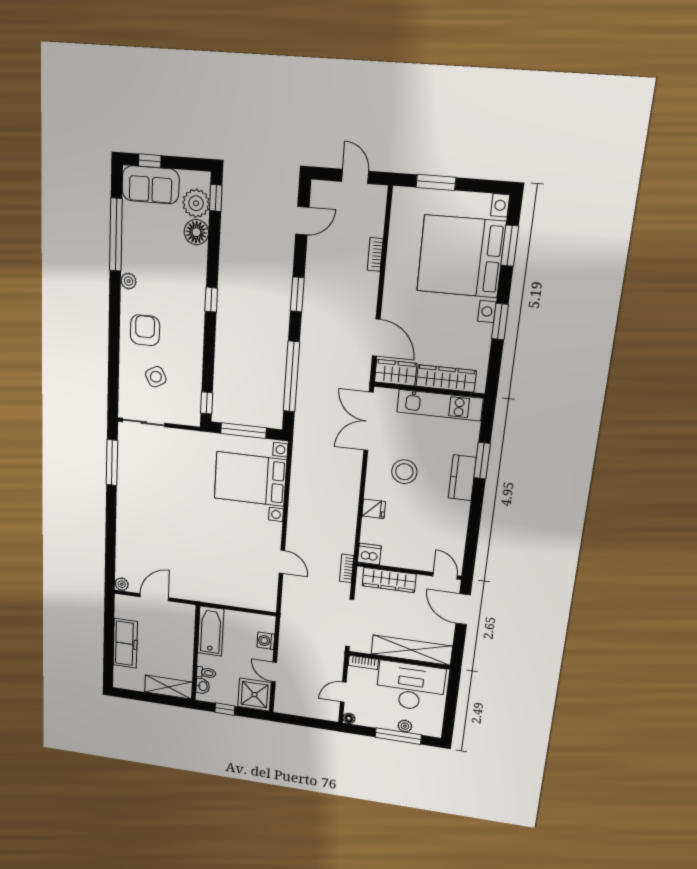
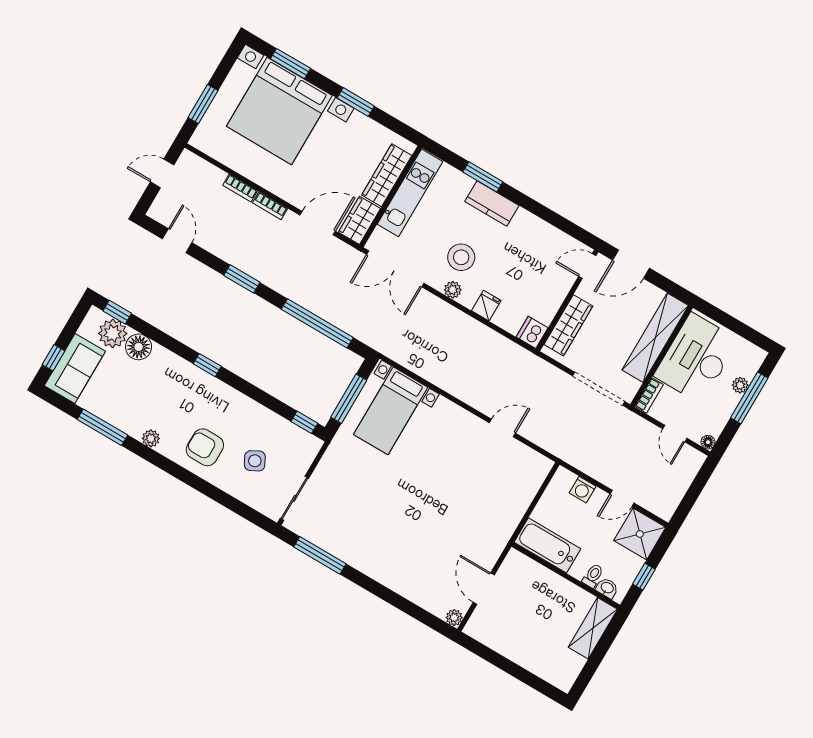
window: (116, 235) -> (102, 427), width x0.68
plant: (374, 476) -> (453, 290), added
bed with nightstands: (250, 479) -> (391, 411), width x0.73
bookcase: (347, 568) -> (270, 206), moved
freezer: (125, 643) -> (522, 651), removed

